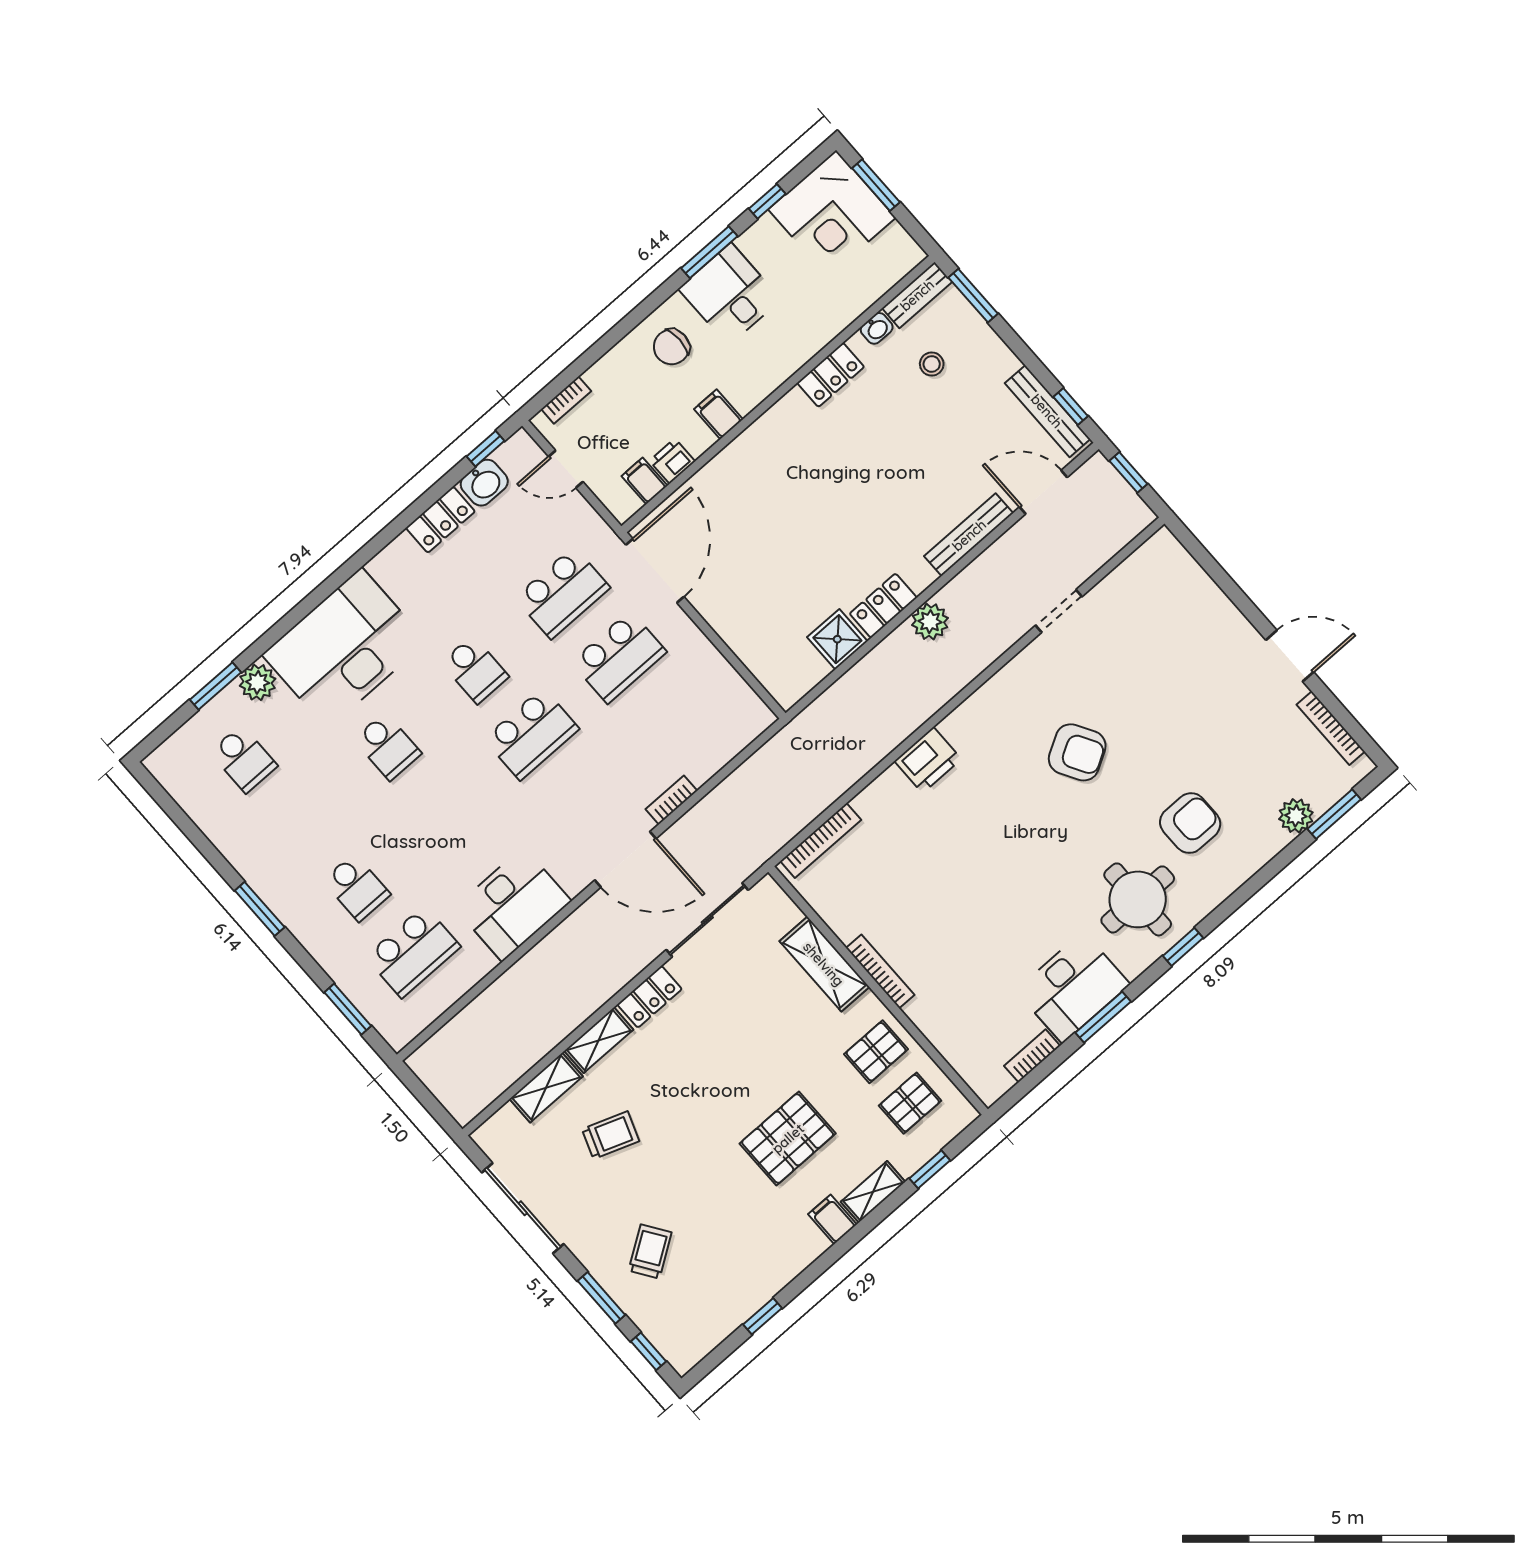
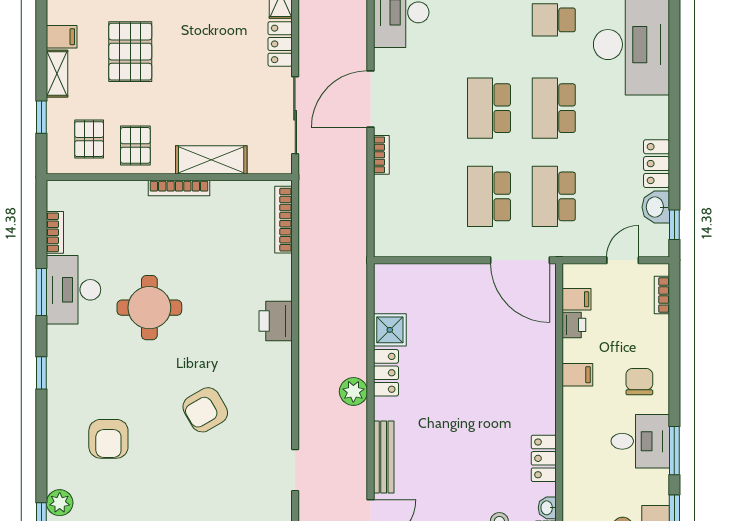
school desk: (475, 670) -> (554, 108), width x1.85
round table: (1138, 899) -> (149, 308), moved

